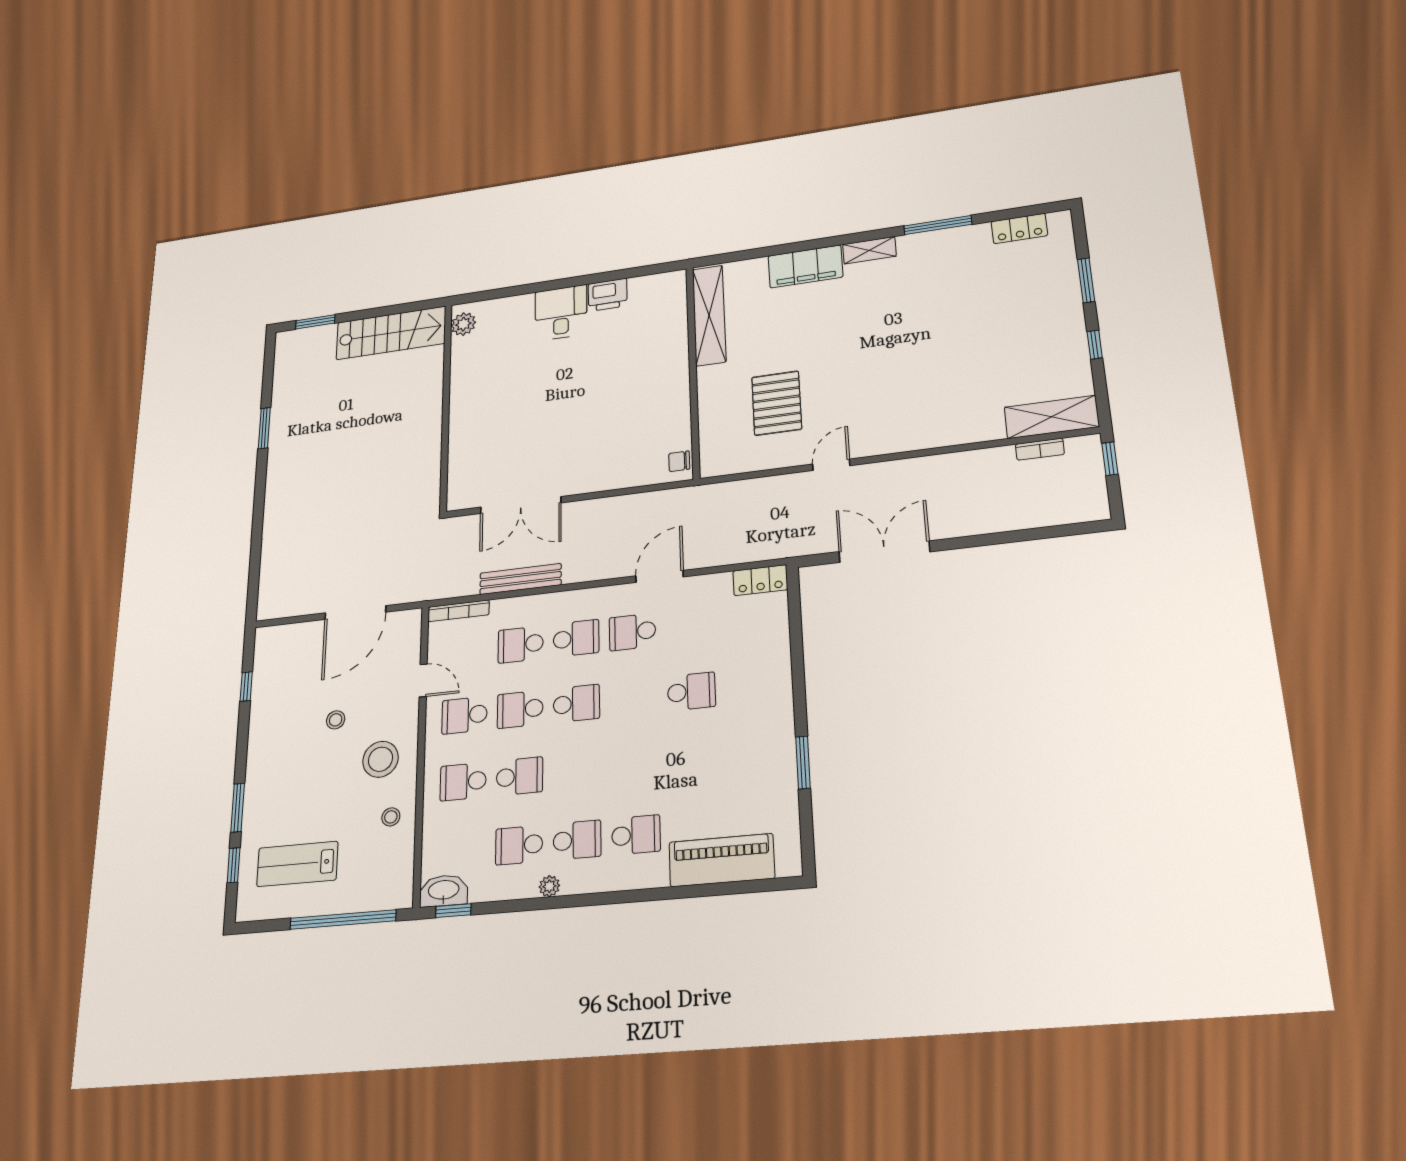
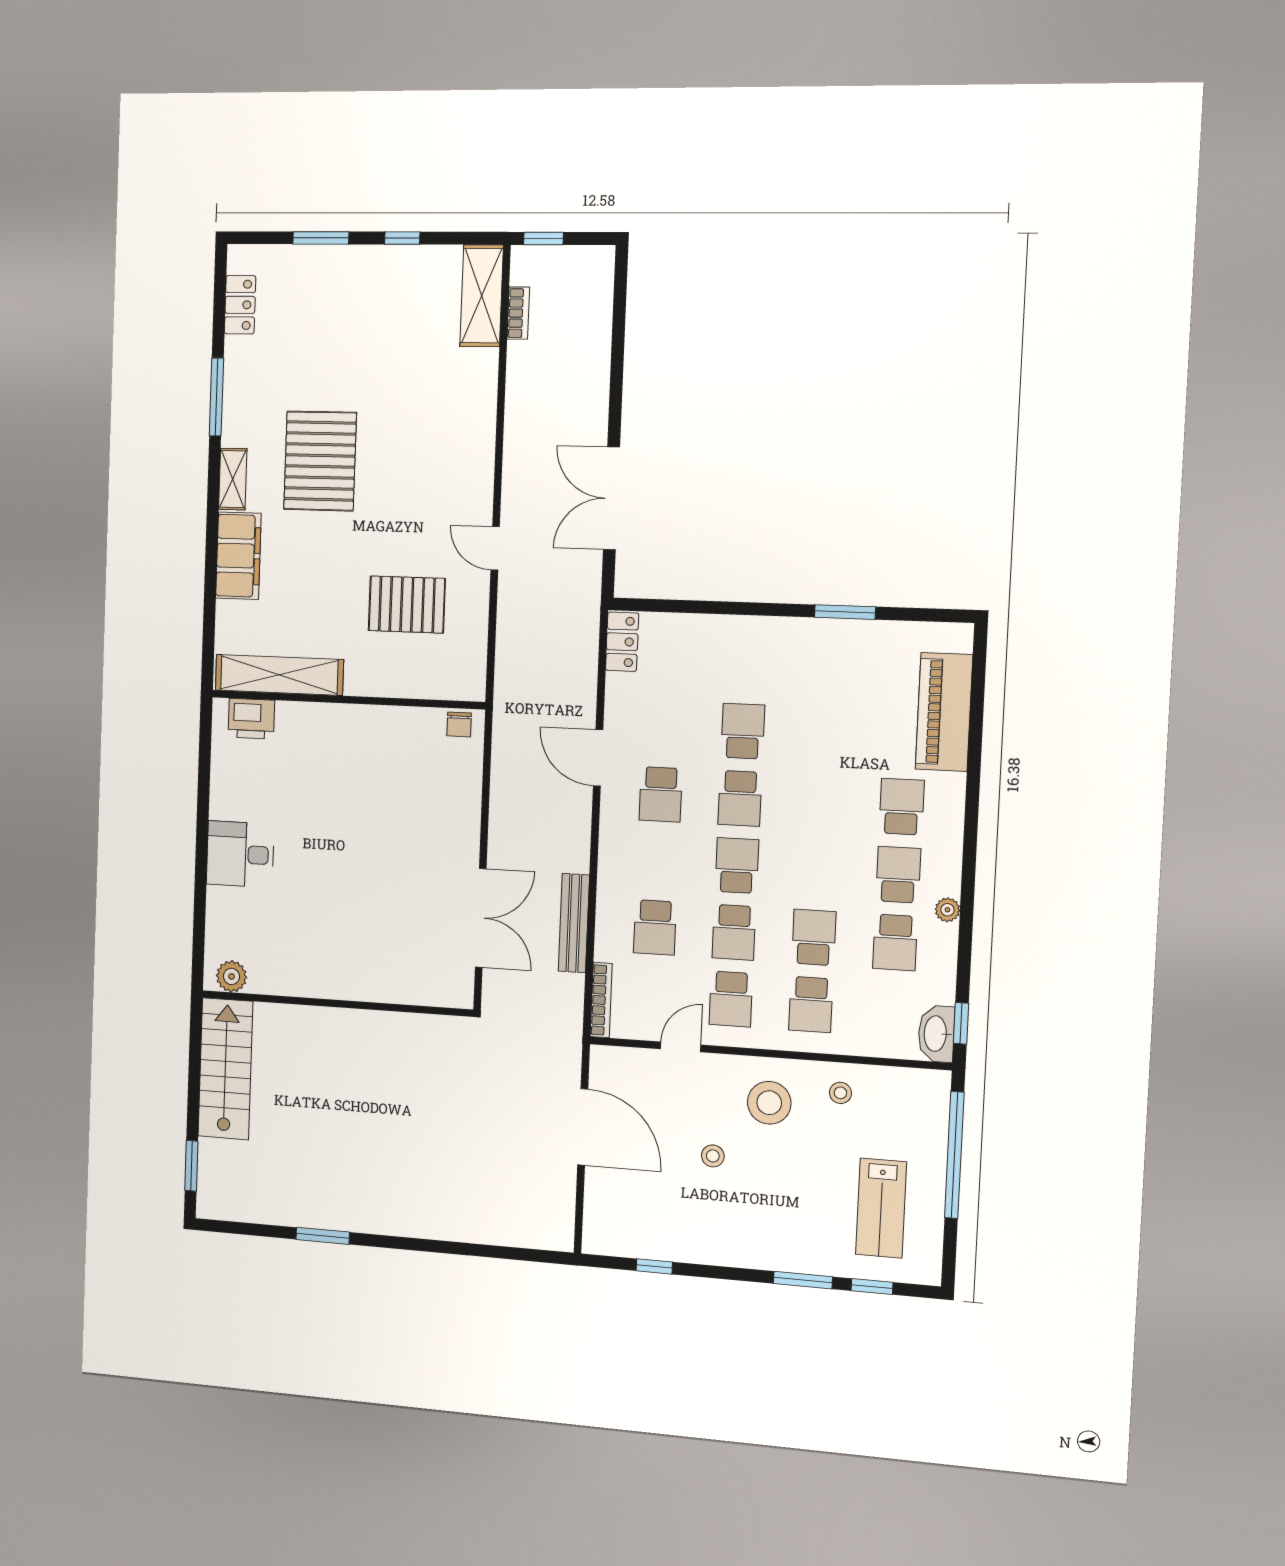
printer: (608, 295) -> (251, 719), moved, turned 90
pallet: (892, 314) -> (320, 461), added
school desk: (576, 638) -> (740, 798), moved, turned 180

